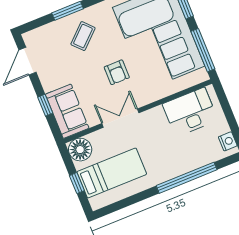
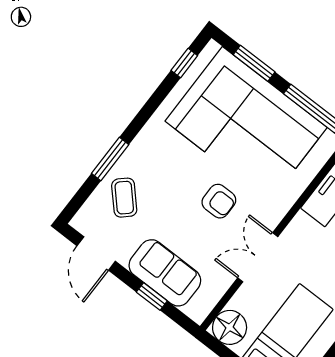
coffee table: (83, 36) -> (124, 198), moved
sofa: (67, 111) -> (165, 273), moved

